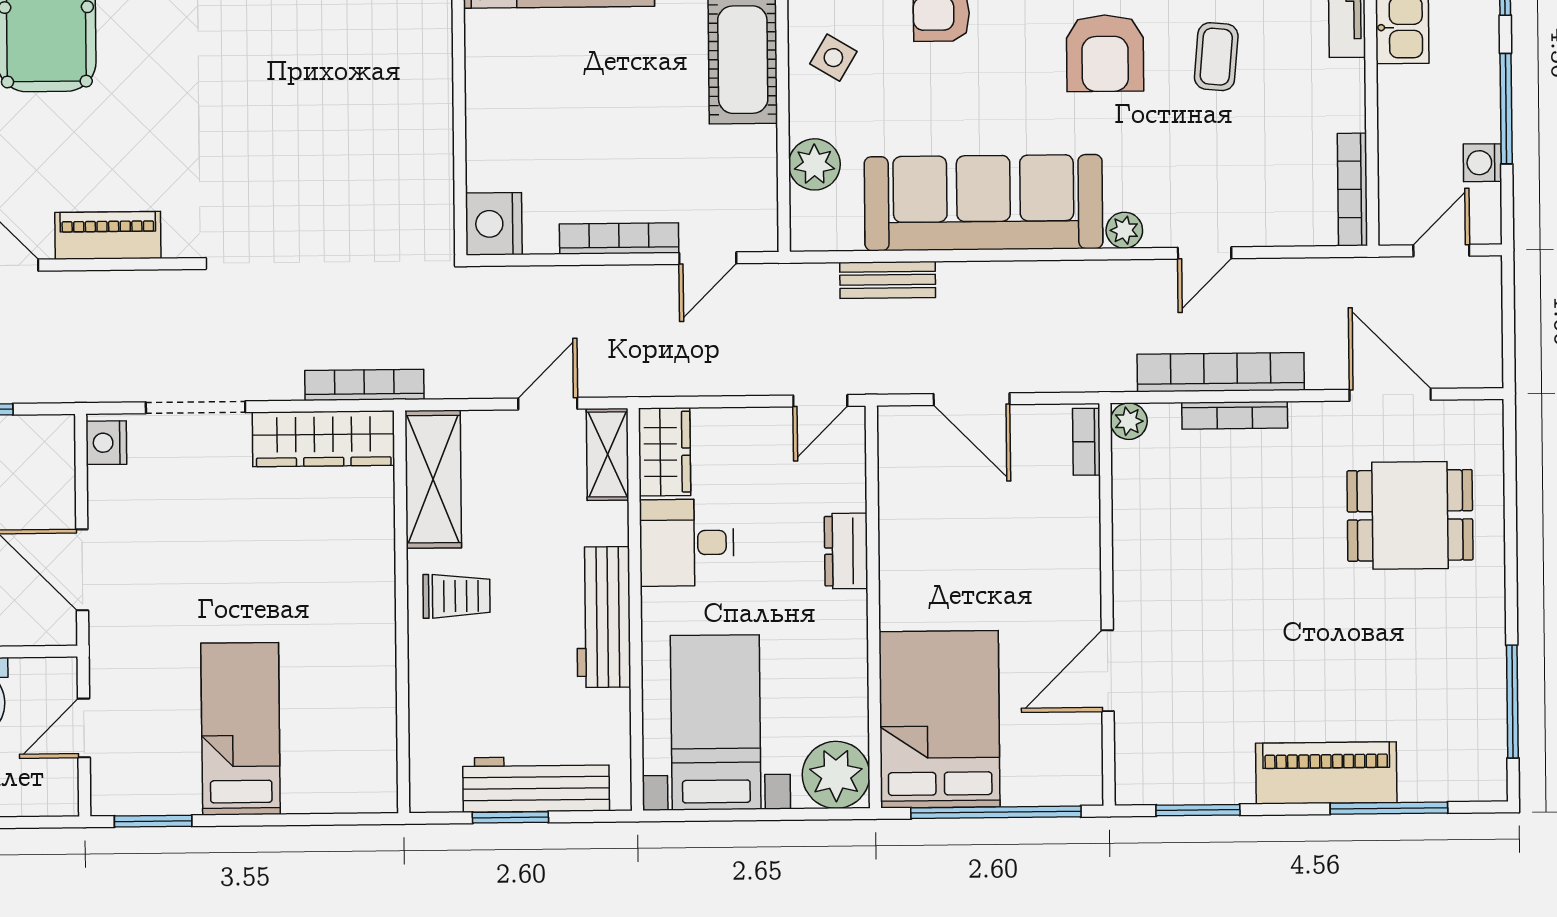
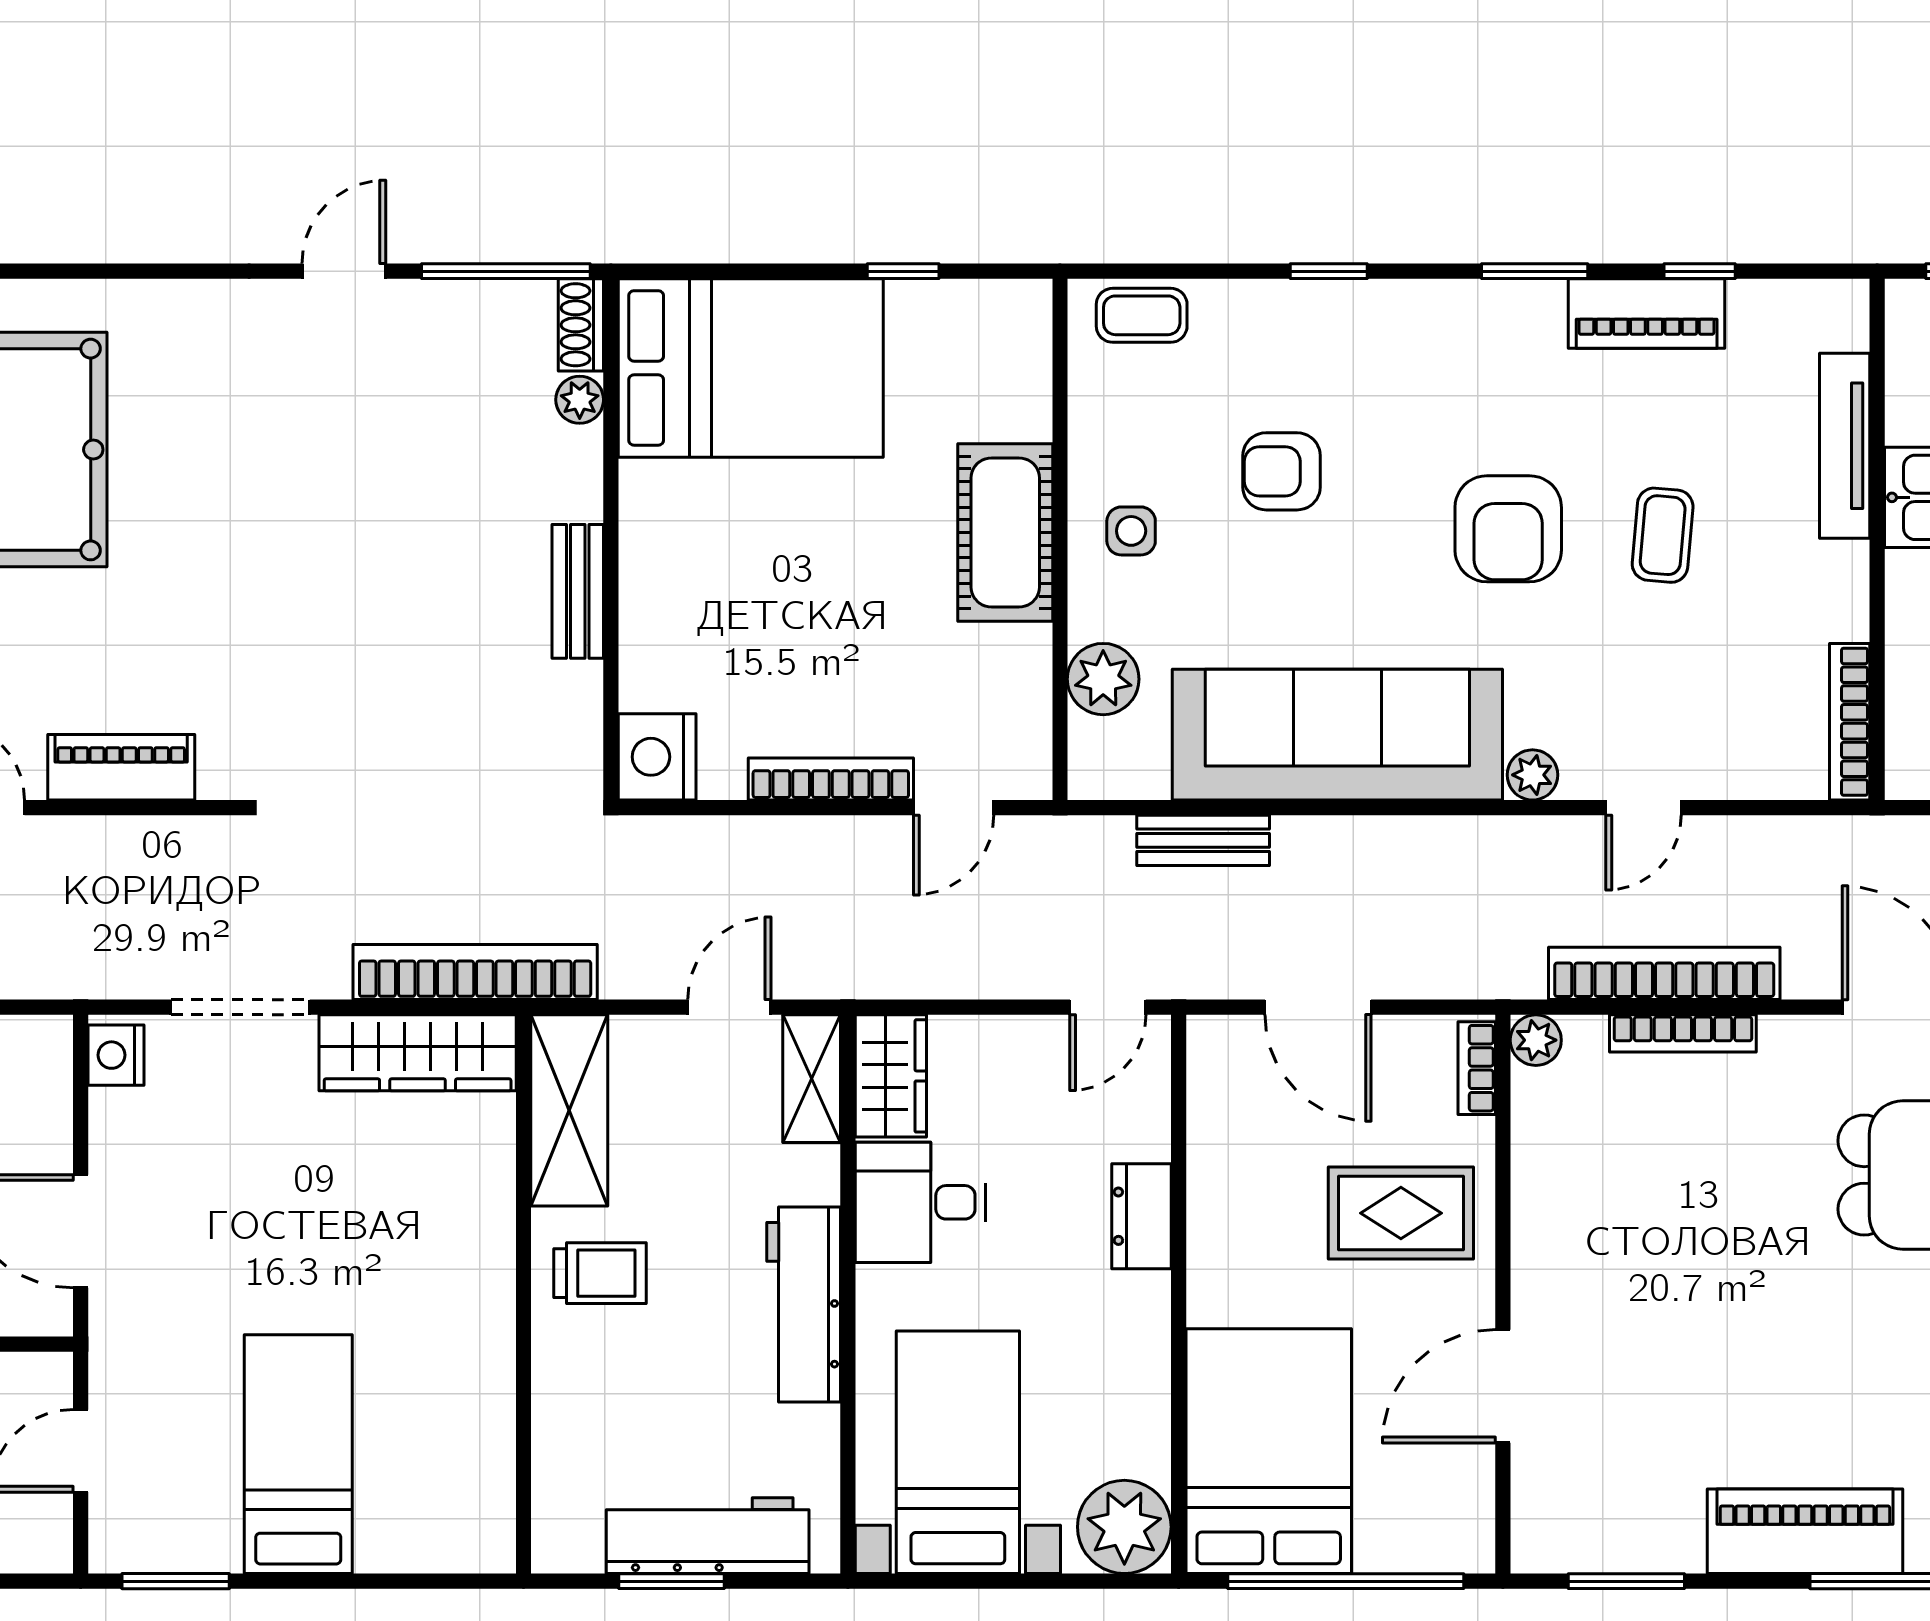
side table: (833, 58) -> (1131, 531), turned -31
bench: (435, 105) -> (578, 591), added
bookcase: (364, 385) -> (475, 972), width x1.48, depth x1.31
rug: (1033, 547) -> (1401, 1213), added

